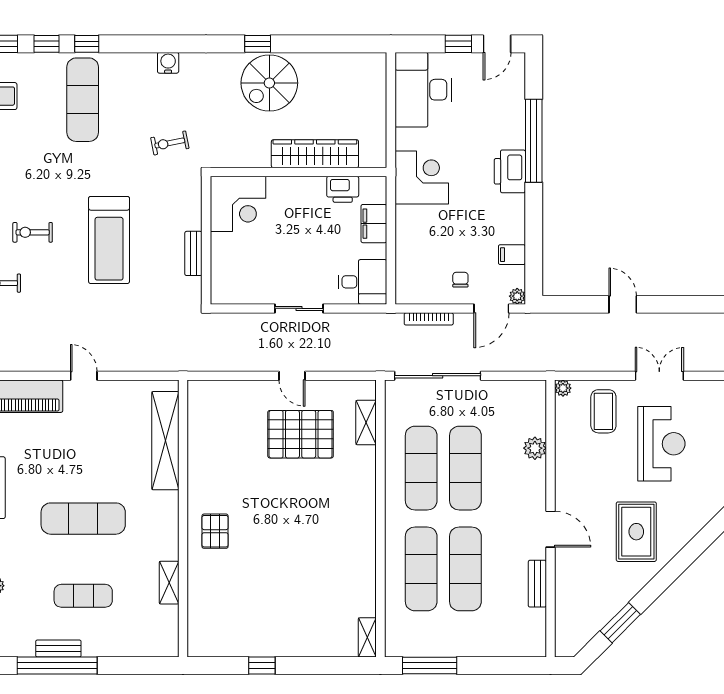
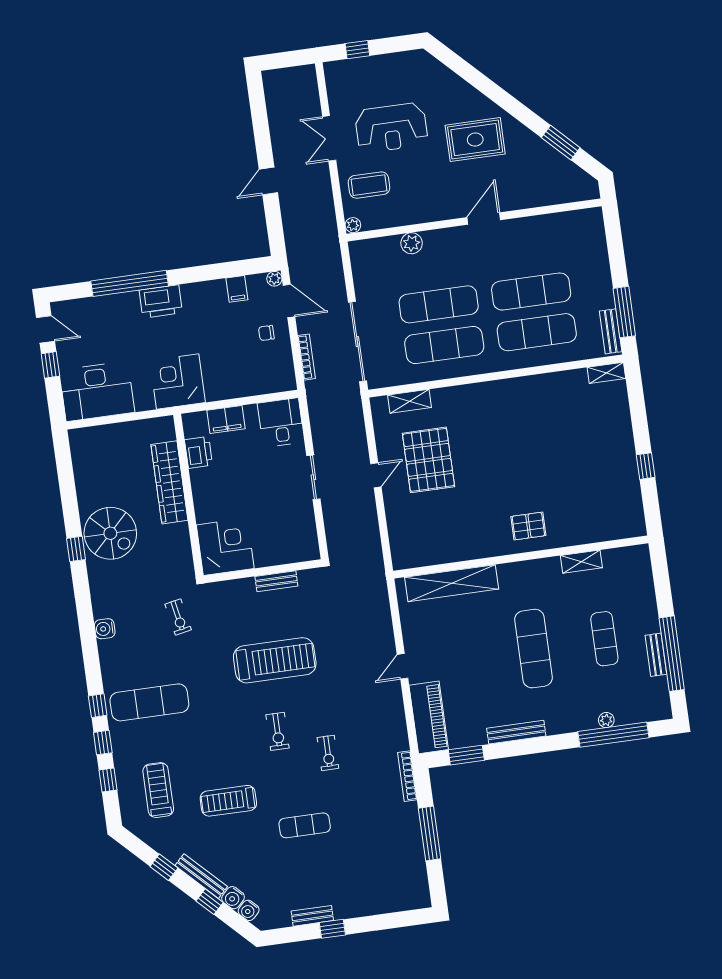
reception desk: (661, 444) -> (391, 128), turned 180
bench: (537, 584) -> (611, 331), moved, turned 90

